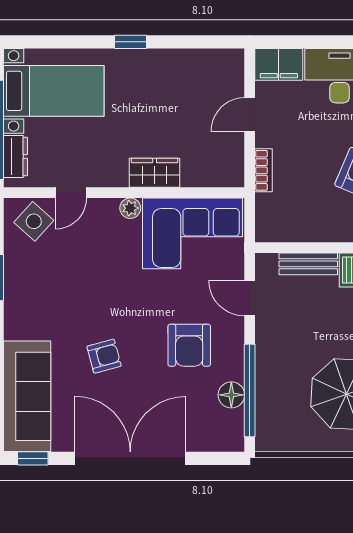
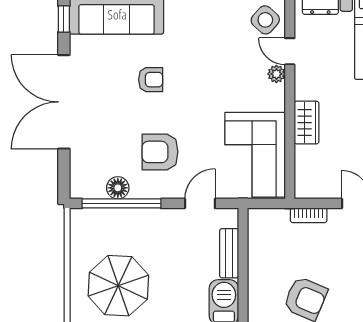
plant: (130, 208) -> (276, 74), moved
armchair: (104, 356) -> (151, 80), turned -75
double door: (130, 458) -> (64, 102), swing flipped

